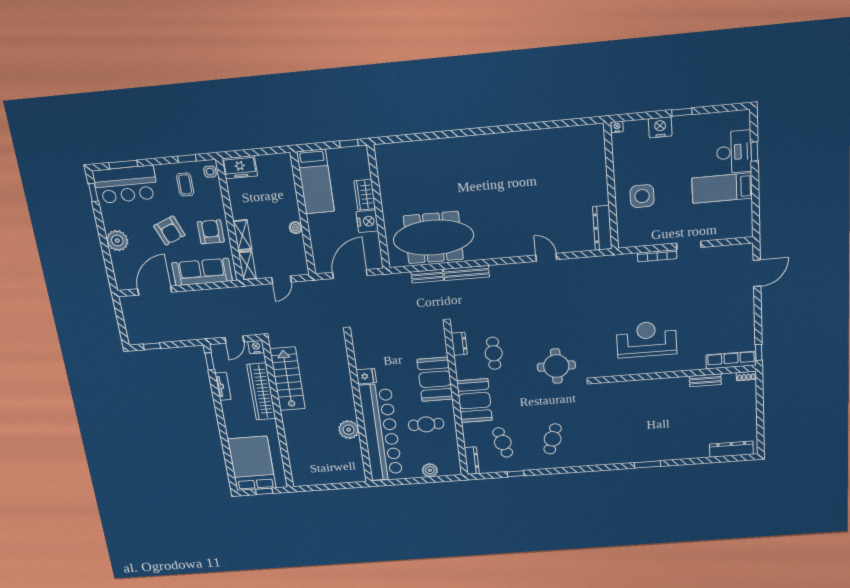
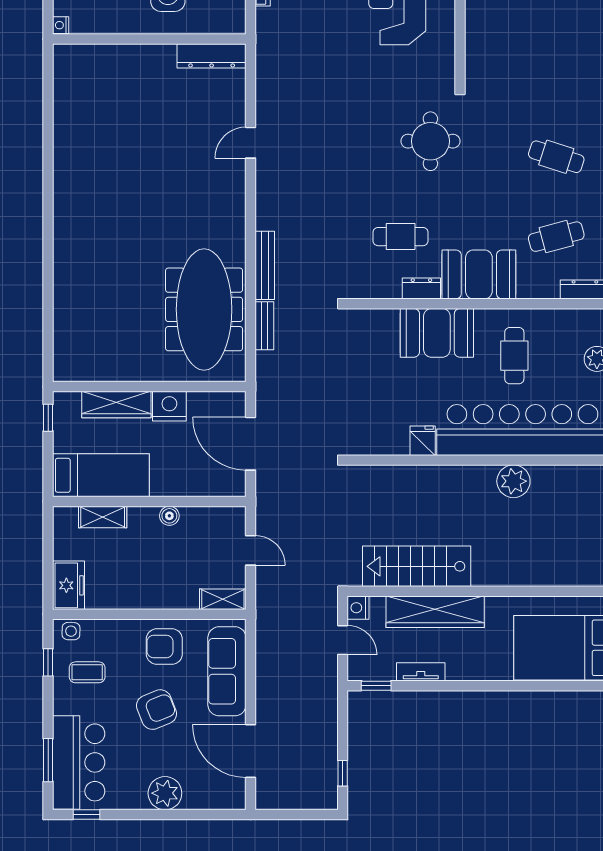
wardrobe: (365, 195) -> (116, 404), width x1.50
shelving: (242, 235) -> (103, 517), moved
dresser: (459, 344) -> (421, 288), moved

